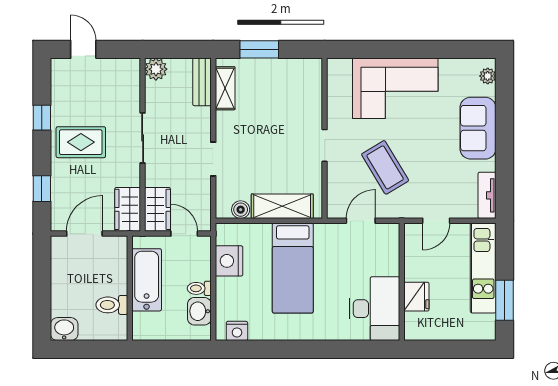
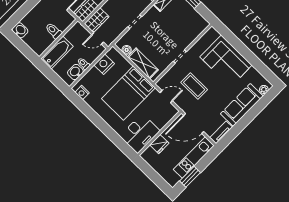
sofa: (478, 128) -> (242, 105), width x1.36
coffee table: (385, 167) -> (194, 86), turned -59
door: (436, 221) -> (194, 124), width x1.87
door: (184, 234) -> (98, 38), swing flipped
bed: (293, 268) -> (128, 93), width x1.50
bathtub: (147, 280) -> (57, 53), moved
toilet: (112, 305) -> (54, 31), moved

